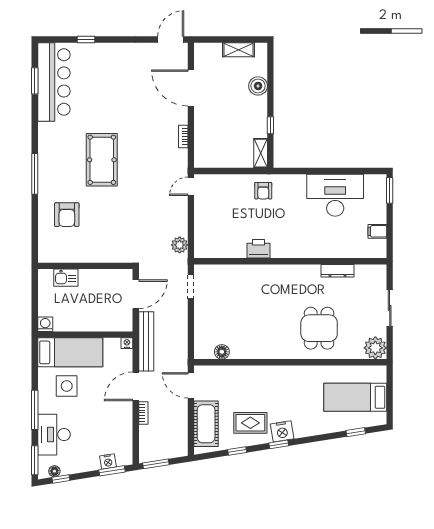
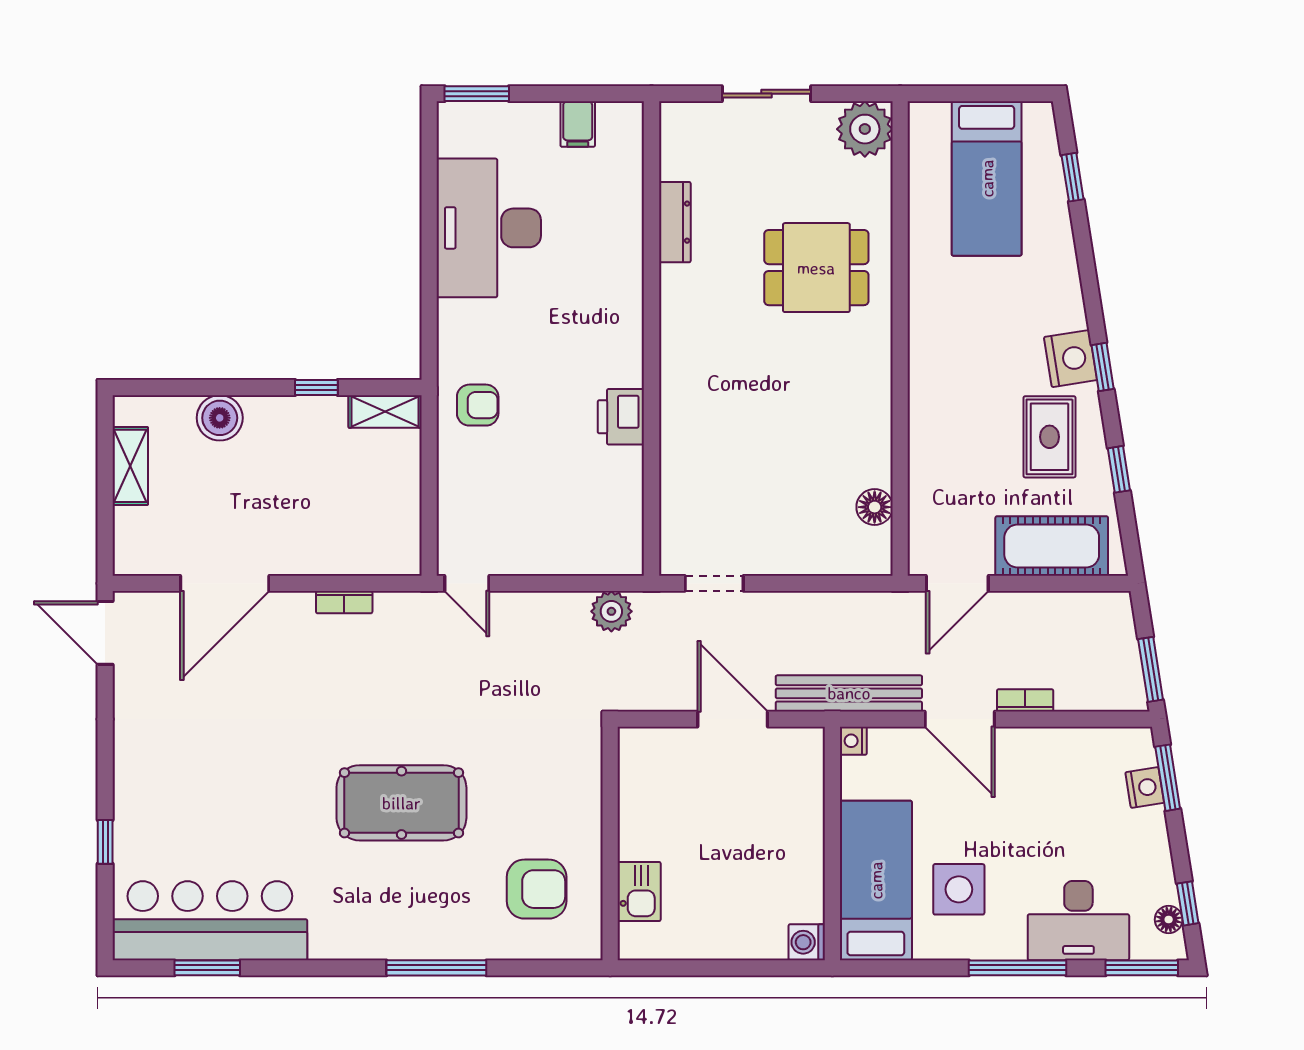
wall: (85, 266) -> (610, 843), moved
kitchen sink: (66, 278) -> (639, 891), moved

